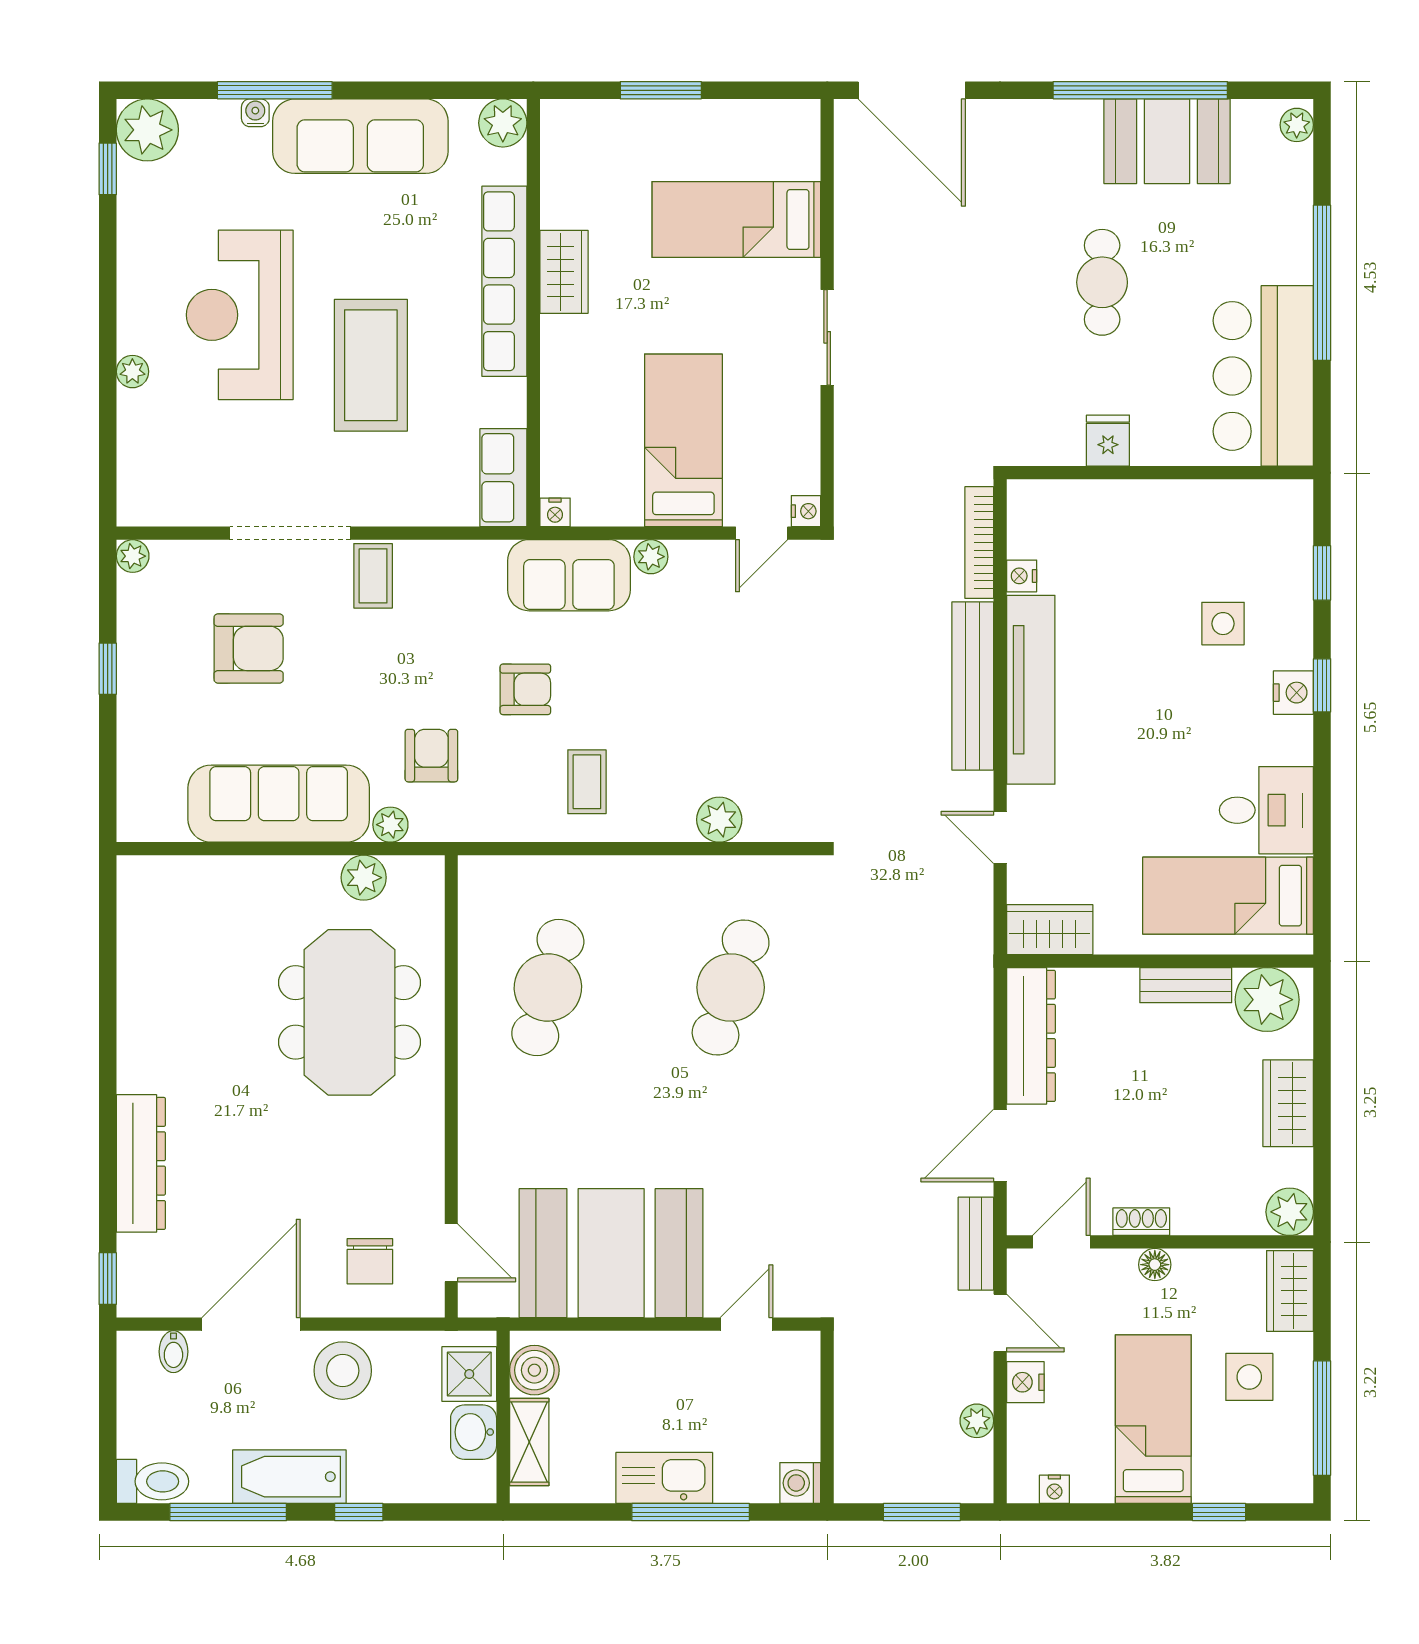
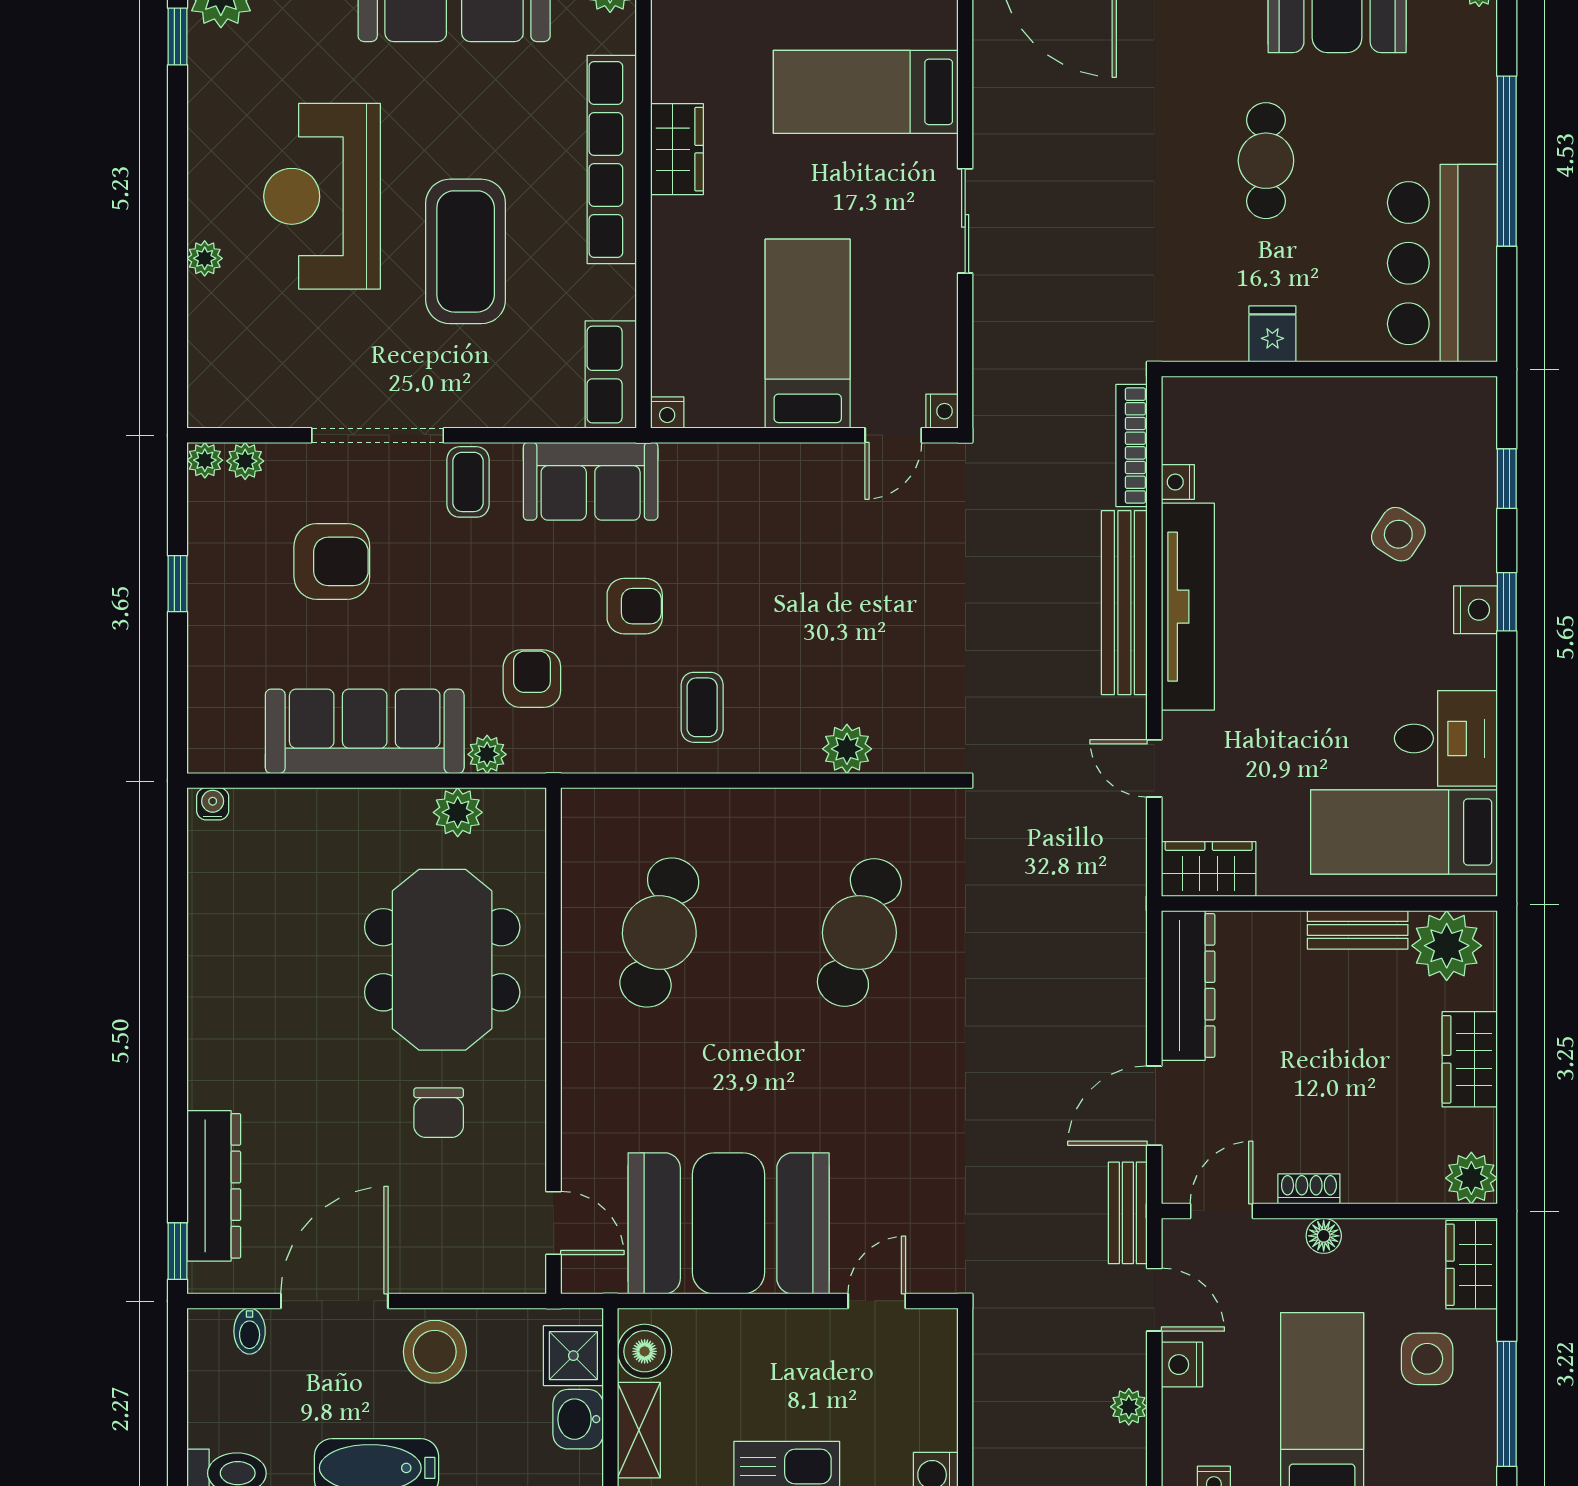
plant: (651, 557) -> (245, 461), moved
sofa: (569, 575) -> (591, 481), moved
side table: (1223, 624) -> (1398, 534), turned 33
water cooler: (140, 870) -> (213, 804), added
dresser: (141, 1163) -> (214, 1186), moved
chair: (370, 1261) -> (439, 1113), moved

